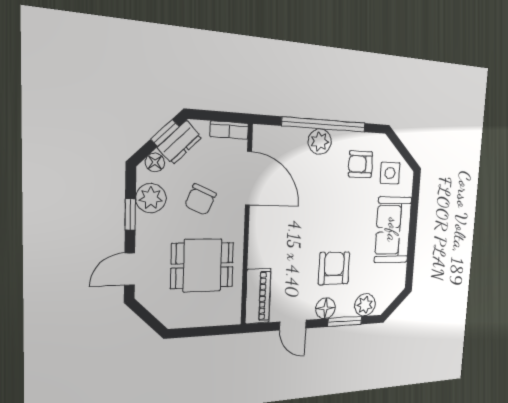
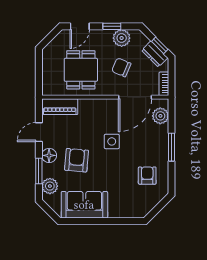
window: (324, 124) -> (172, 147), width x0.47
plant: (320, 142) -> (160, 116), moved
floor lamp: (155, 162) -> (142, 40), removed
side table: (390, 173) -> (112, 141), moved
sofa: (393, 230) -> (84, 205), moved
armchair: (334, 268) -> (77, 160), turned -85
door: (130, 269) -> (80, 26), swing flipped

